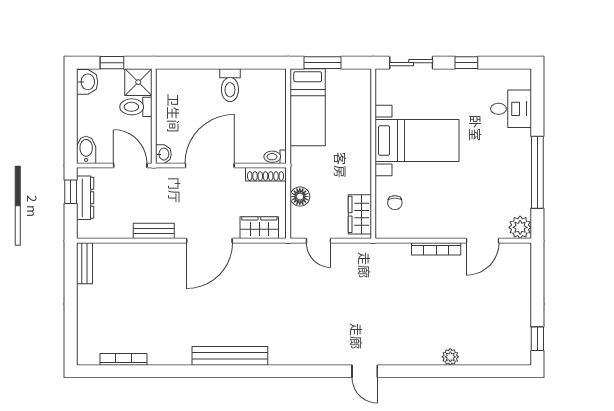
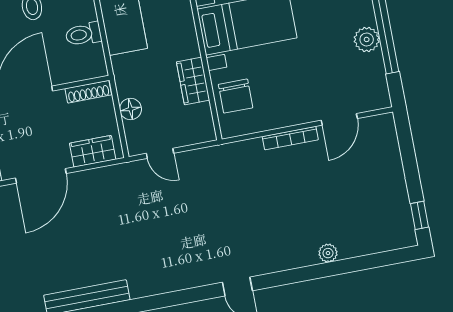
toilet: (275, 157) -> (83, 34), moved, width x1.37, depth x1.39
chair: (395, 203) -> (236, 96), width x1.87, depth x1.87
wardrobe: (360, 214) -> (193, 81), moved
plant: (520, 227) -> (367, 39), moved

